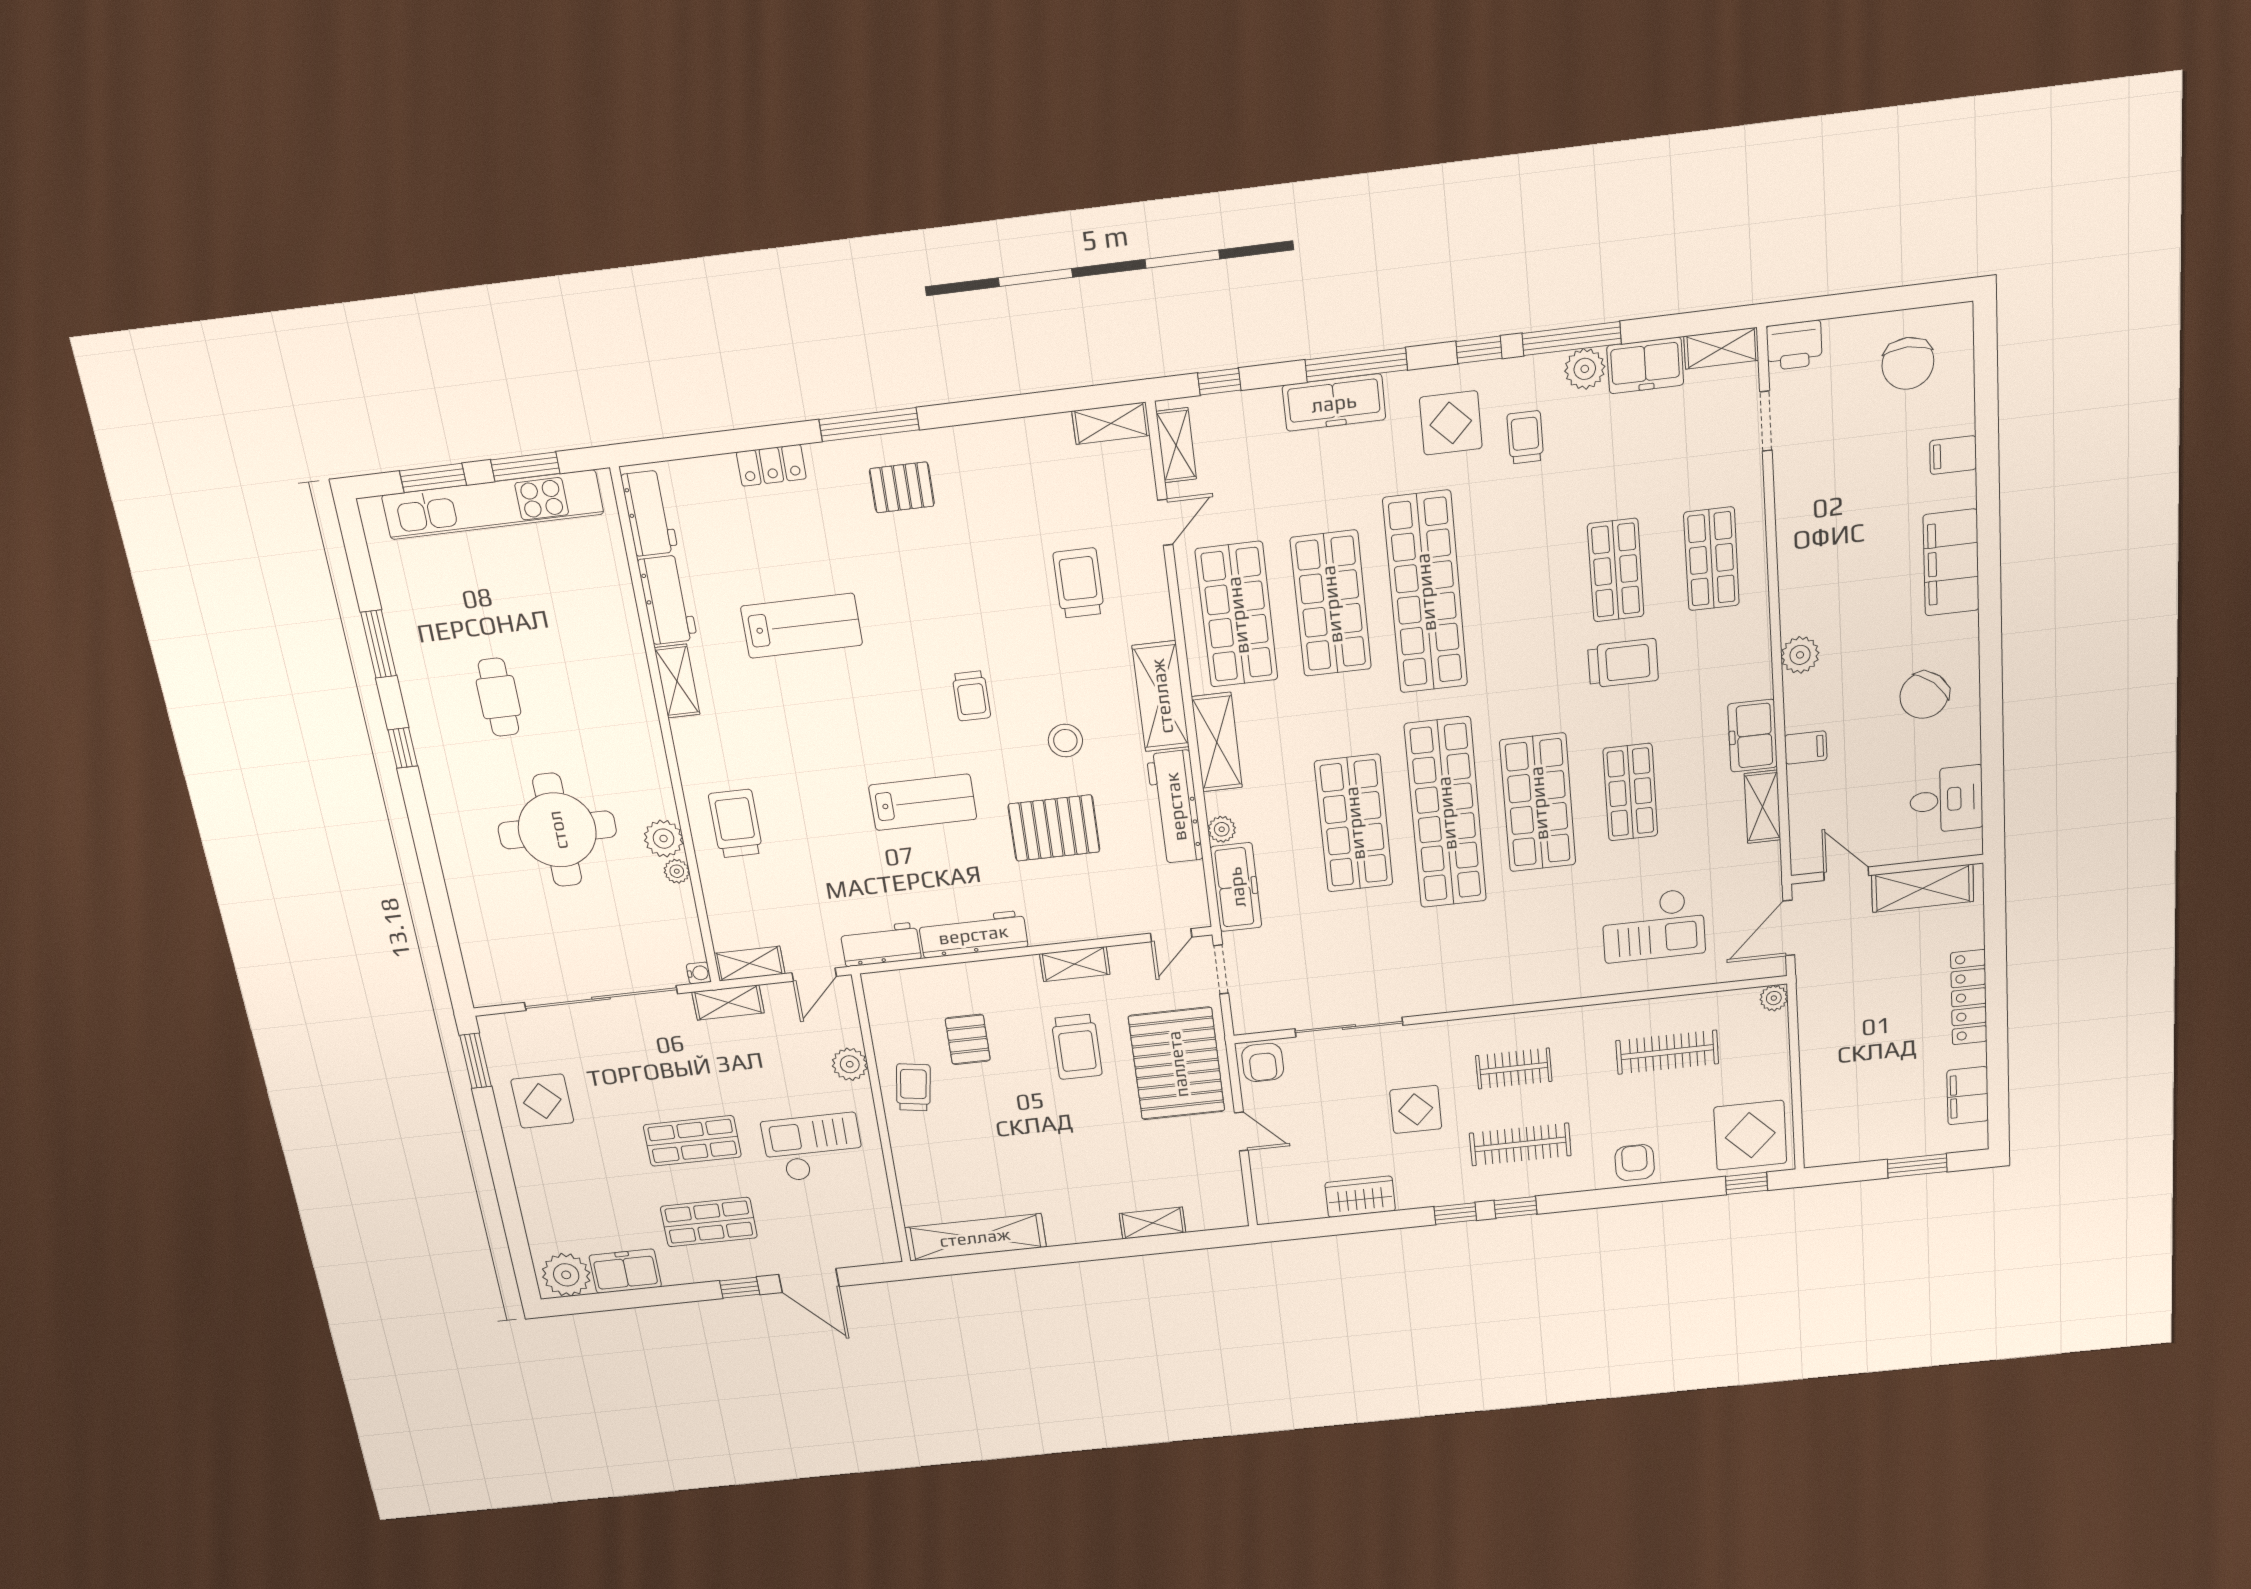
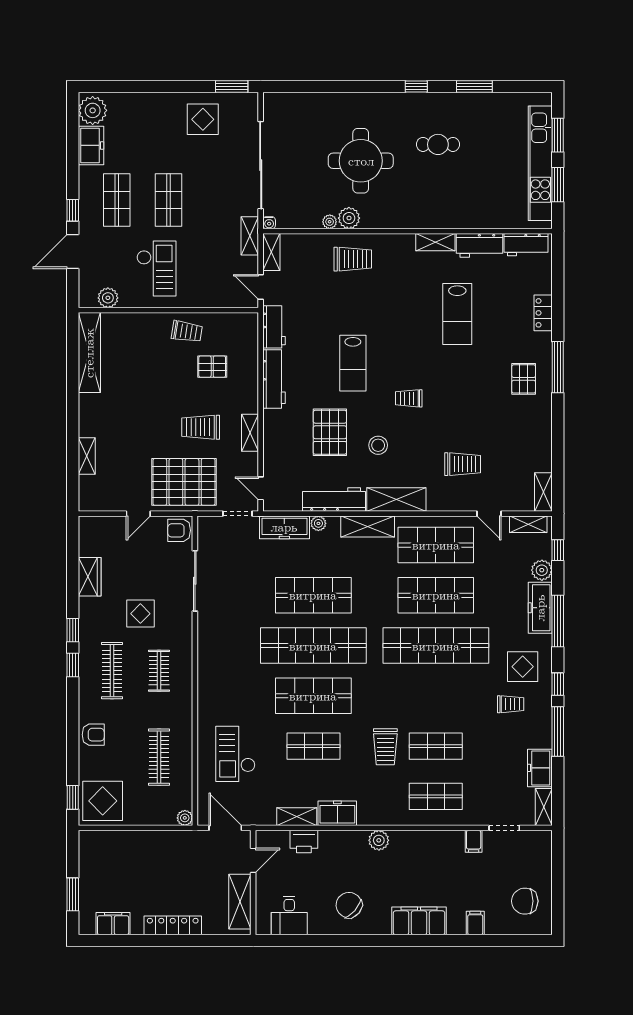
printer: (1794, 345) -> (304, 842), moved, turned -90
plant: (1585, 369) -> (542, 570), moved
filing cabinet: (1806, 748) -> (474, 841), moved
plant: (850, 1064) -> (108, 298), moved

